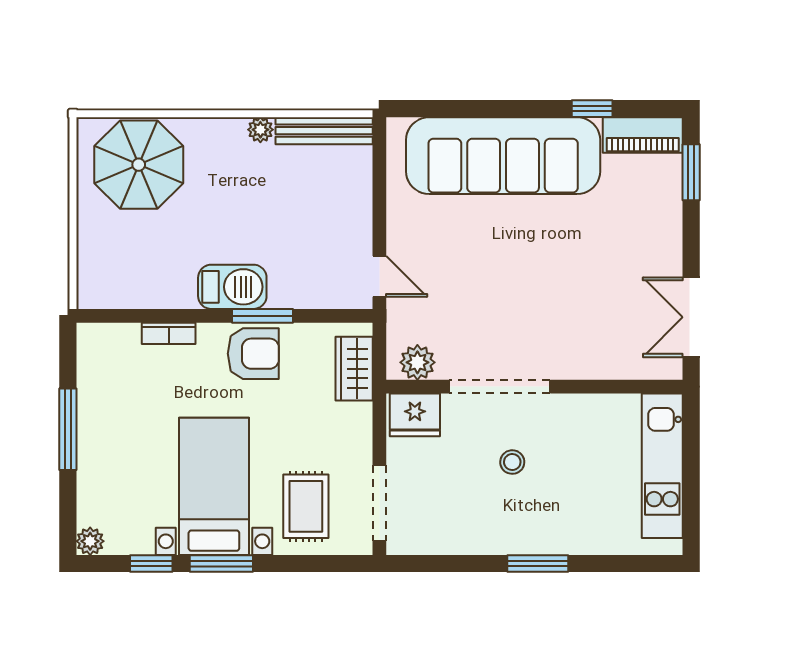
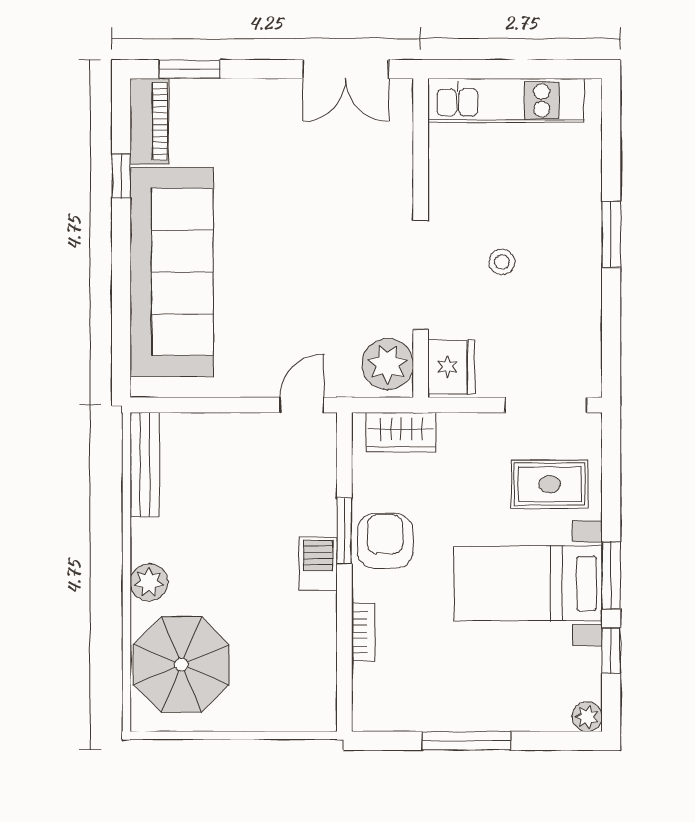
plant: (260, 130) -> (149, 582), moved, width x1.38, depth x1.38
barbecue: (232, 287) -> (318, 564), width x0.73, depth x0.79
plant: (417, 362) -> (388, 364), width x1.36, depth x1.36

